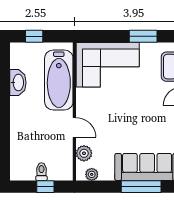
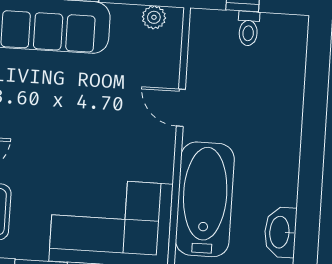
washbasin: (18, 83) -> (280, 232), moved
plant: (84, 153) -> (166, 58), removed

